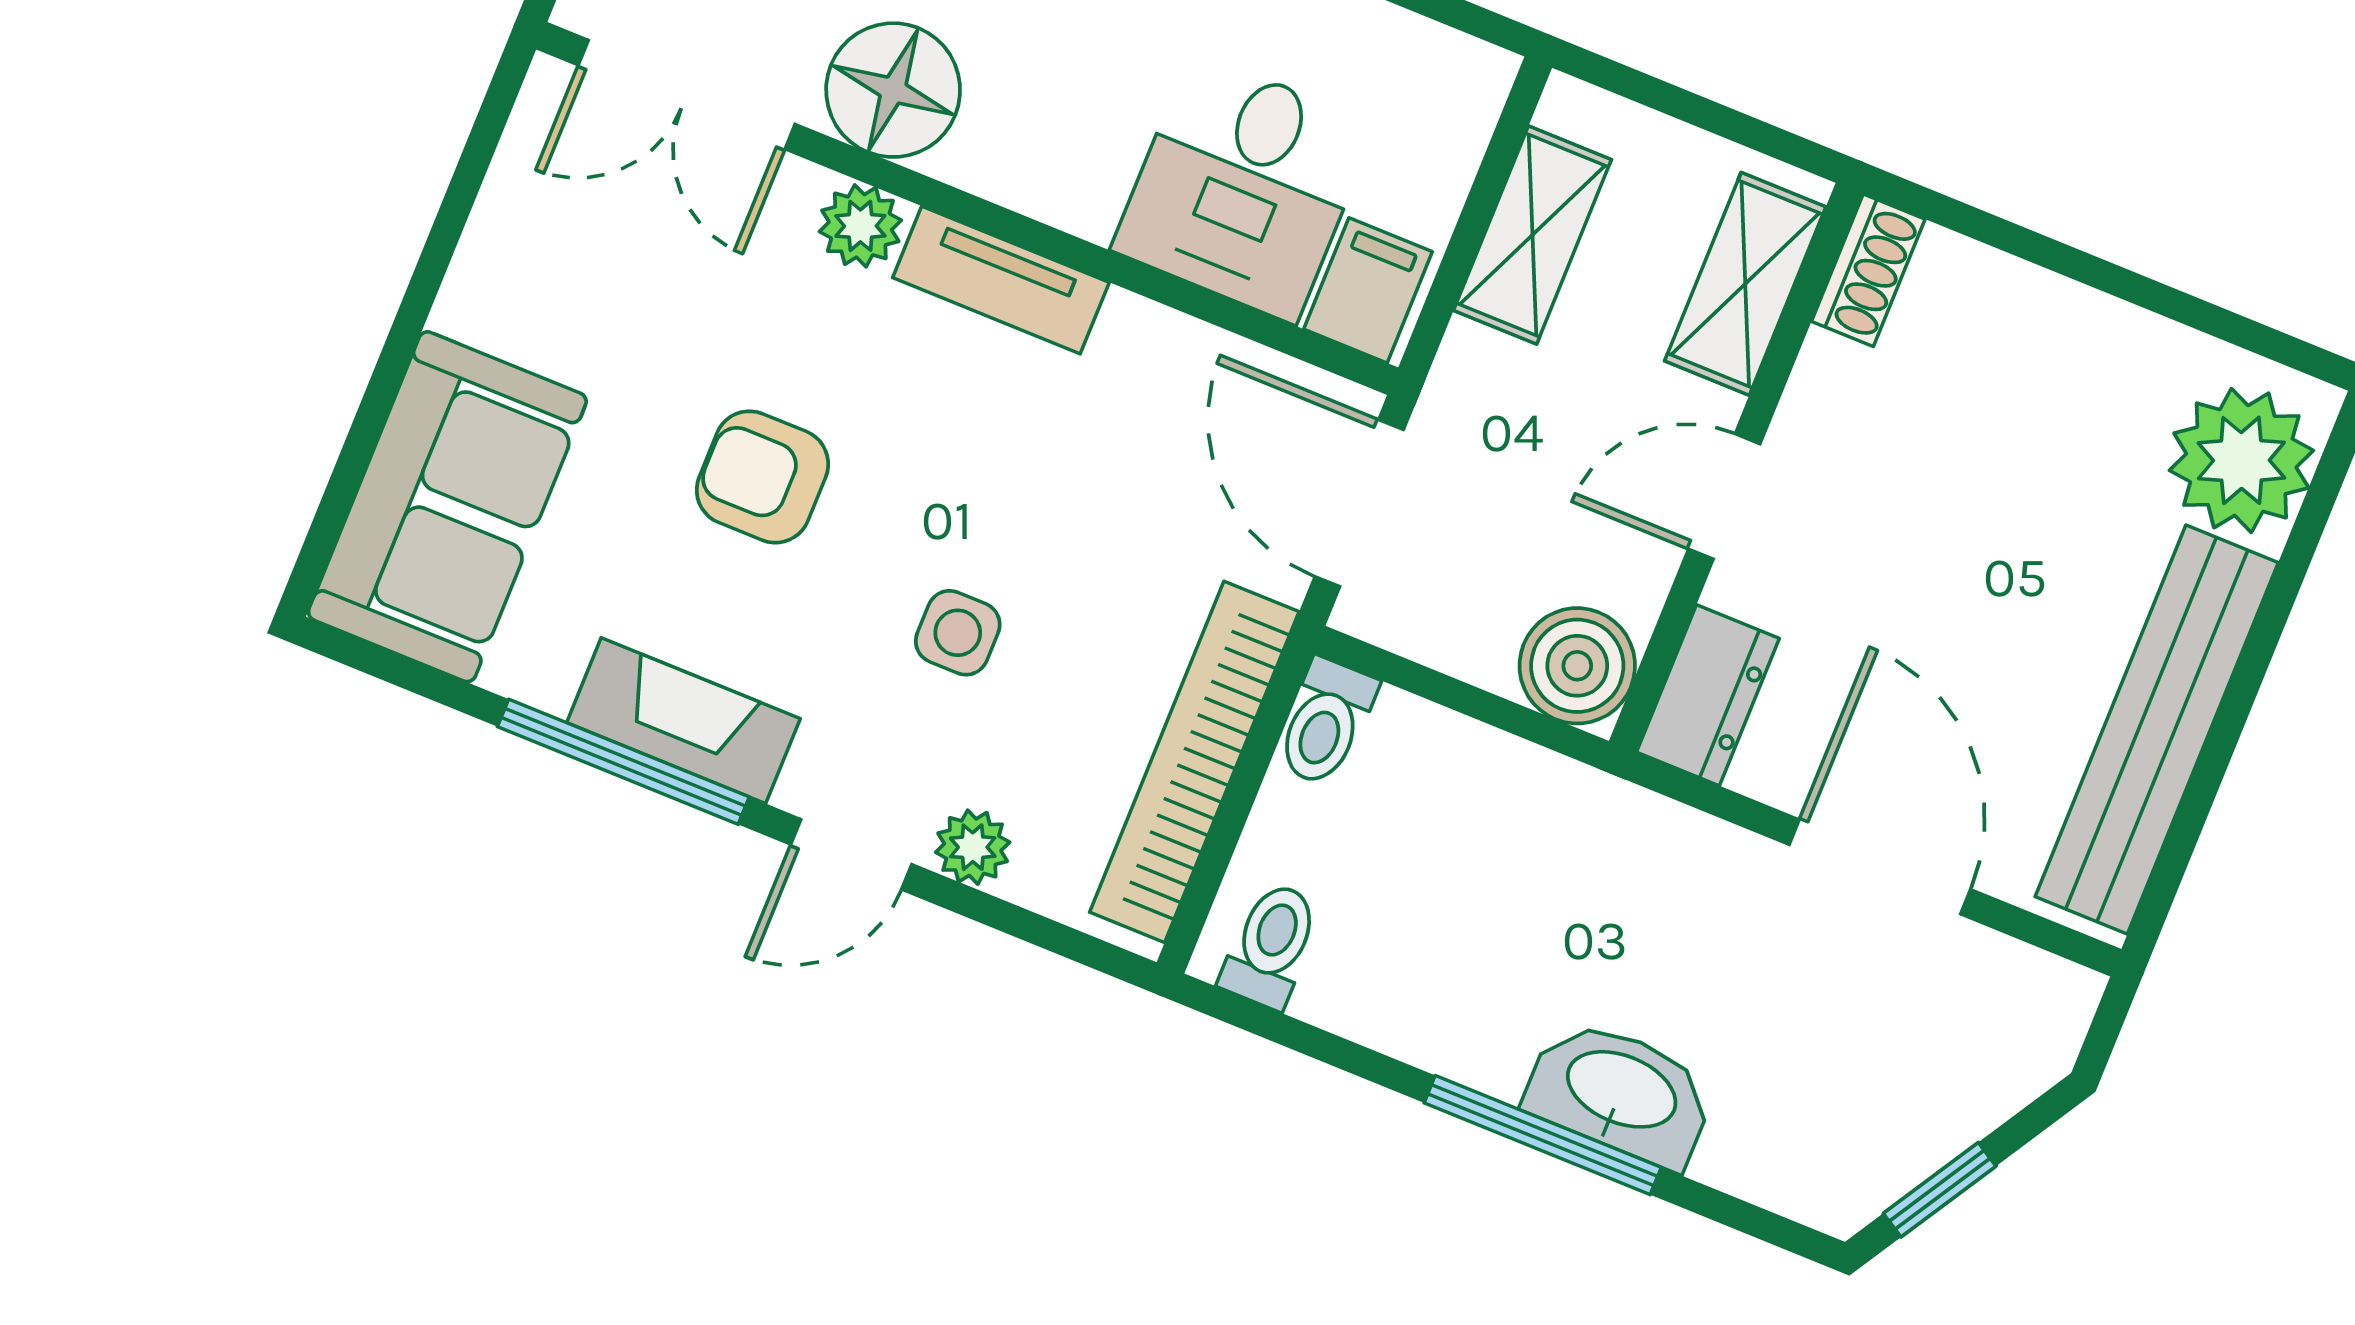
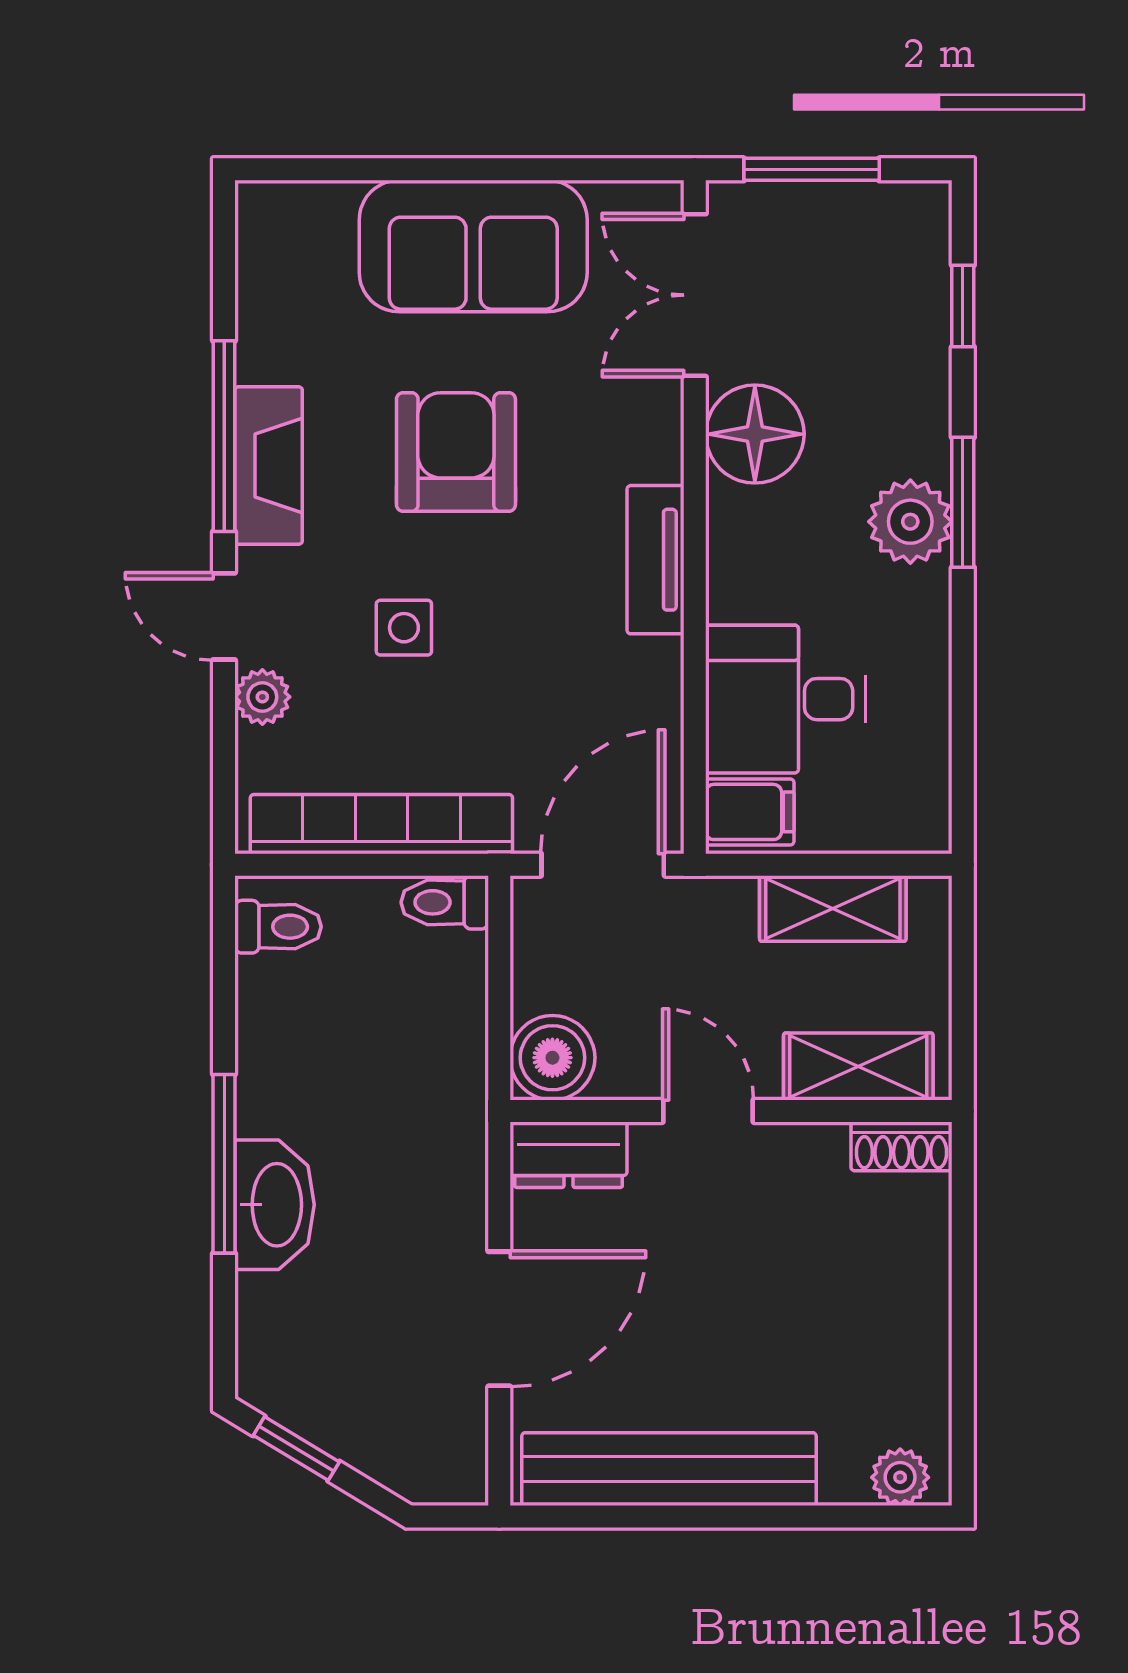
plant: (860, 226) -> (654, 449), removed
plant: (2241, 460) -> (900, 1477), width x0.53, depth x0.53
armchair: (762, 477) -> (456, 452), width x1.38, depth x1.38
sofa: (447, 507) -> (473, 246), moved

